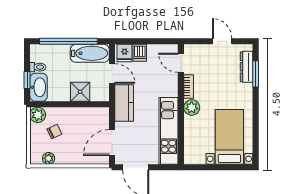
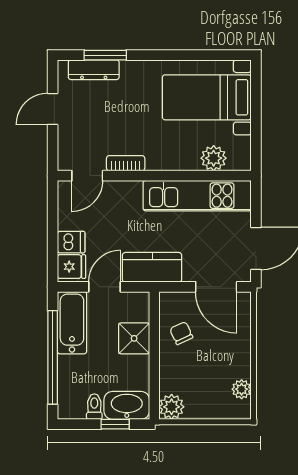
plant: (192, 107) -> (214, 158), moved
chair: (54, 131) -> (181, 333), moved

